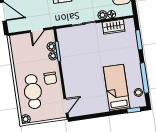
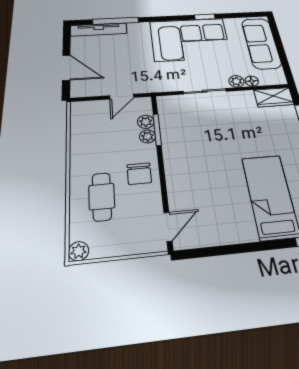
wardrobe: (114, 27) -> (274, 97), moved
cafe table: (33, 92) -> (102, 197), width x0.73, depth x0.74

